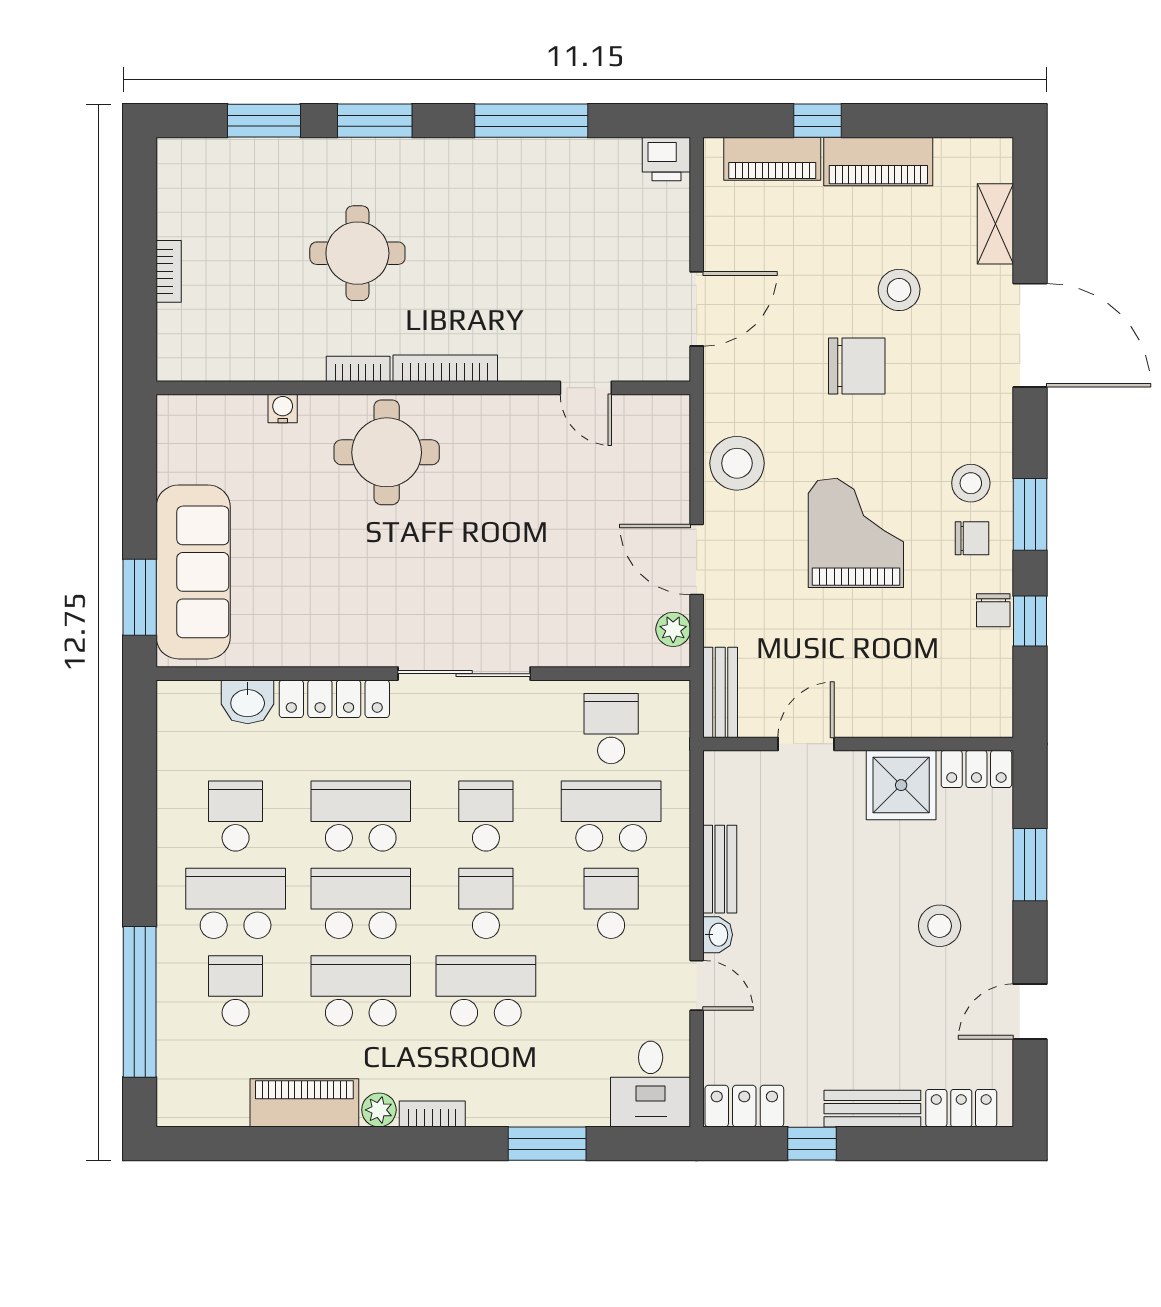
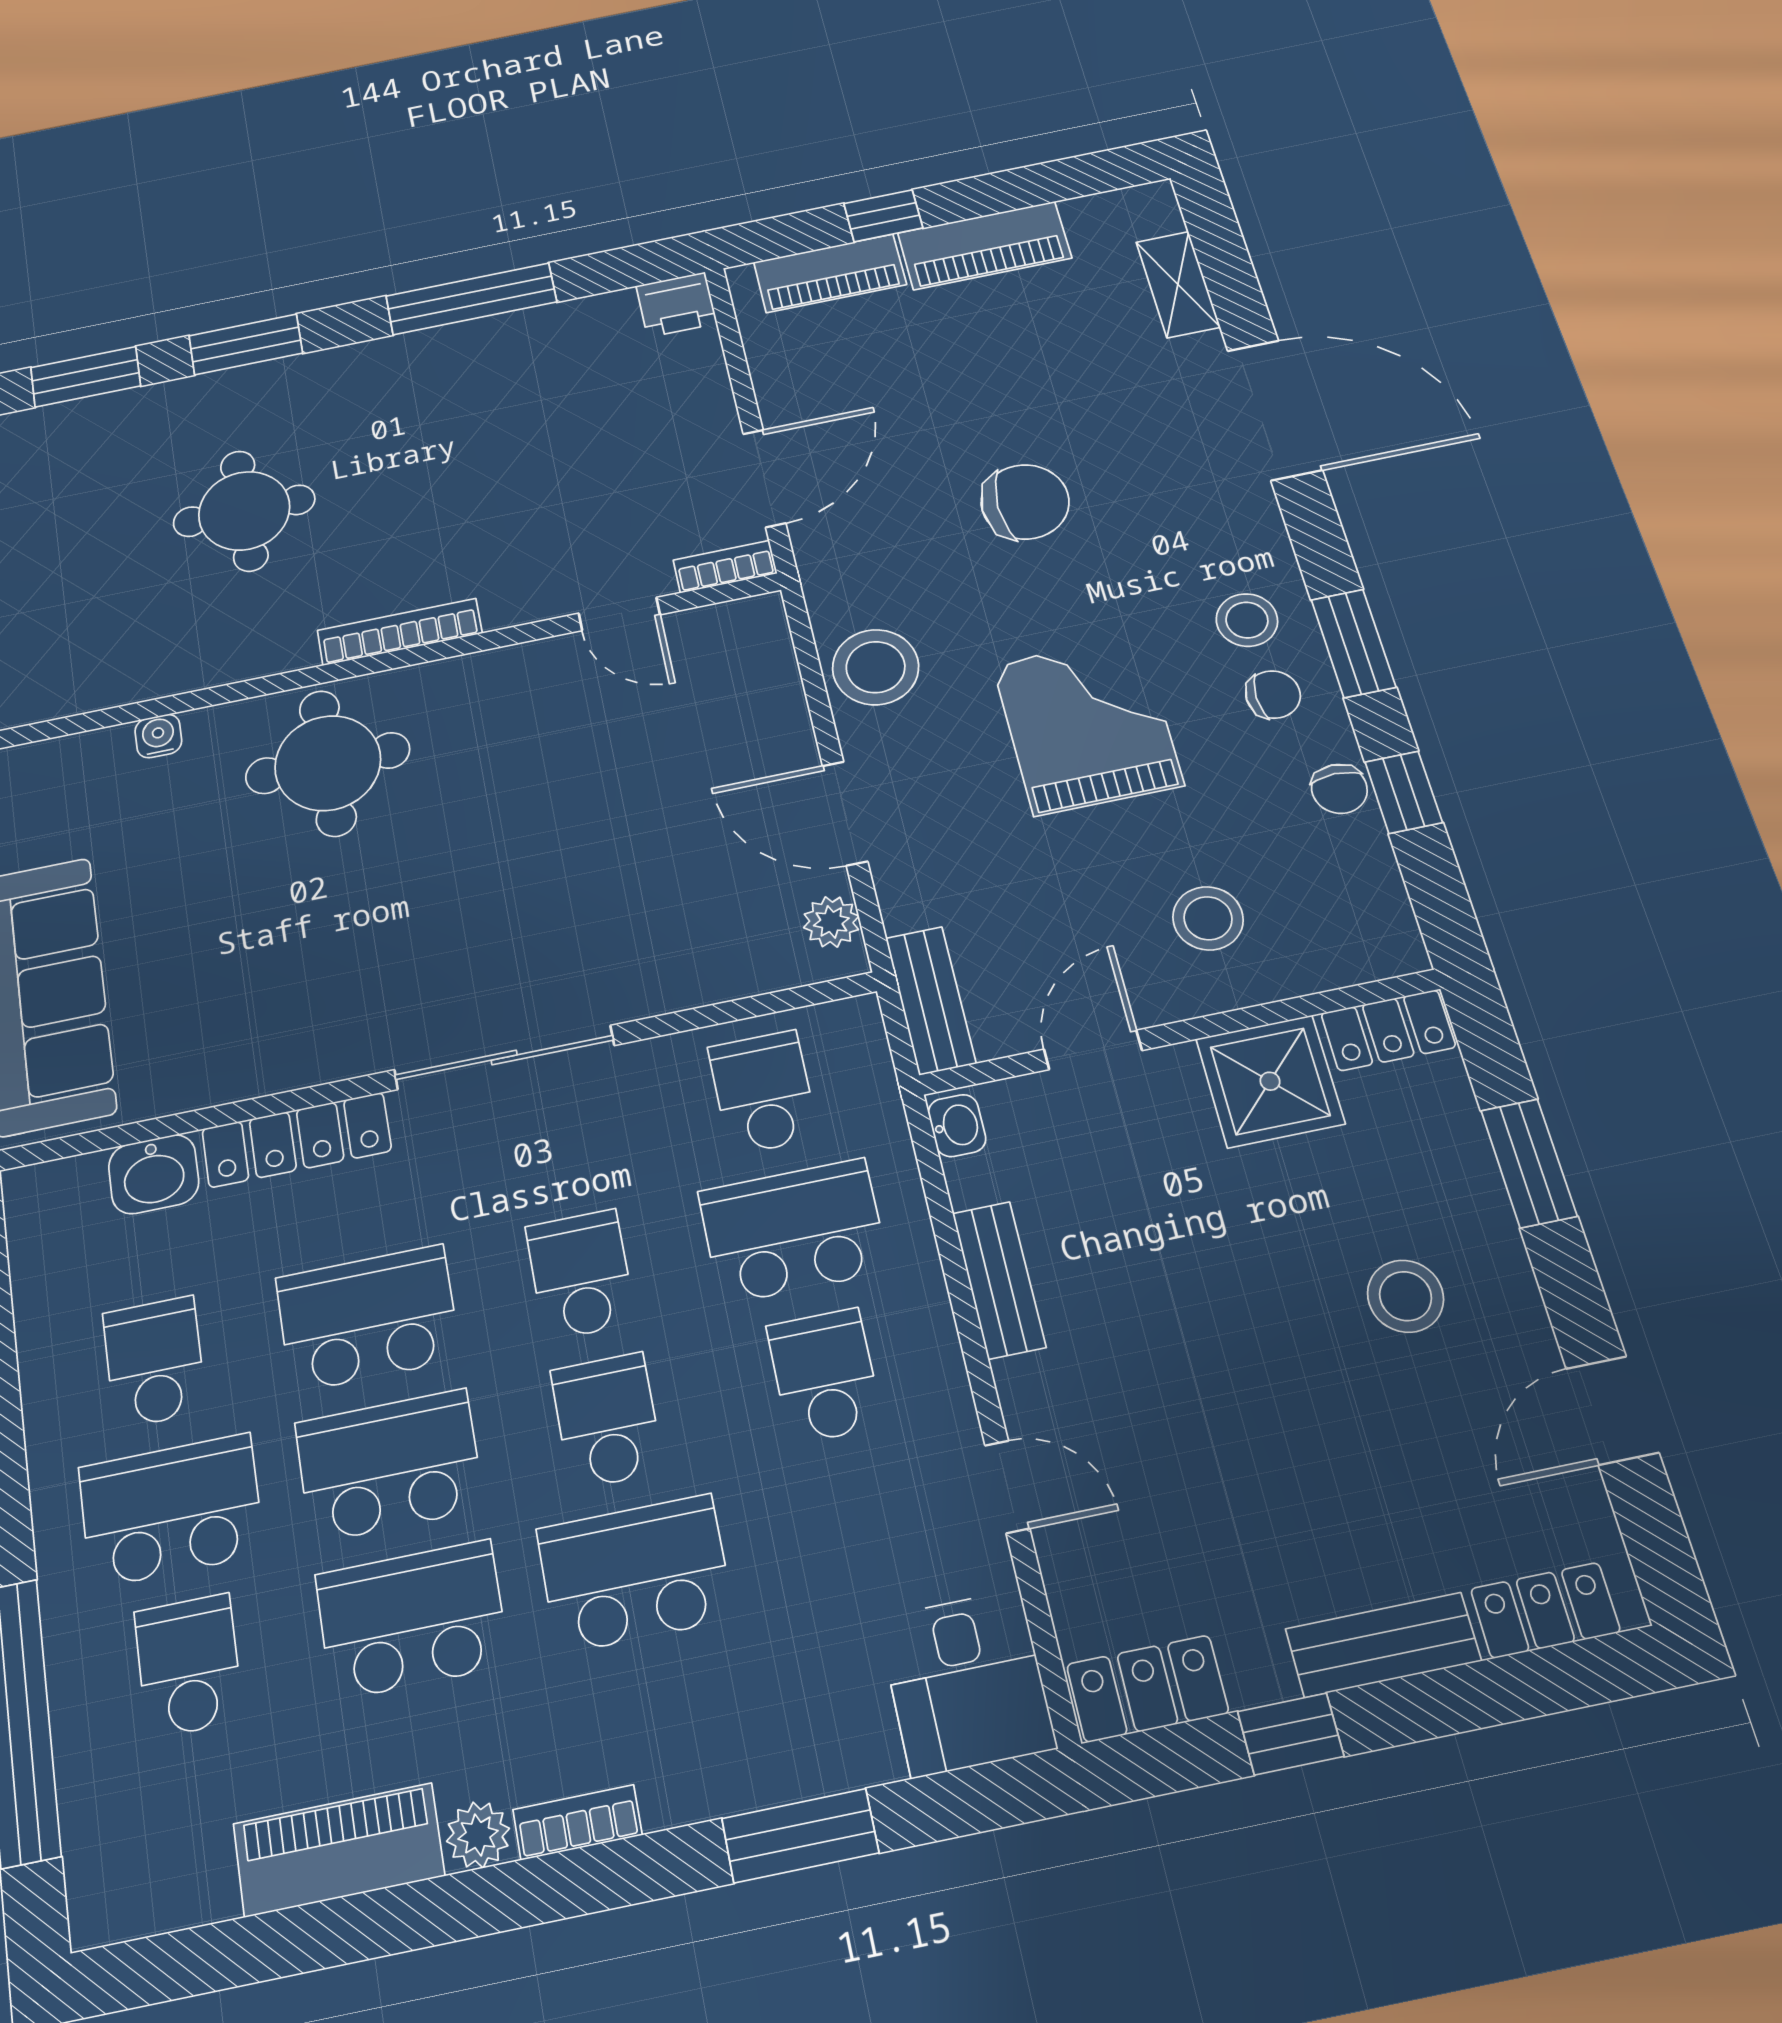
stool: (899, 290) -> (1208, 918), moved
bookcase: (358, 369) -> (725, 567), moved
washbasin: (718, 935) -> (957, 1126), moved

